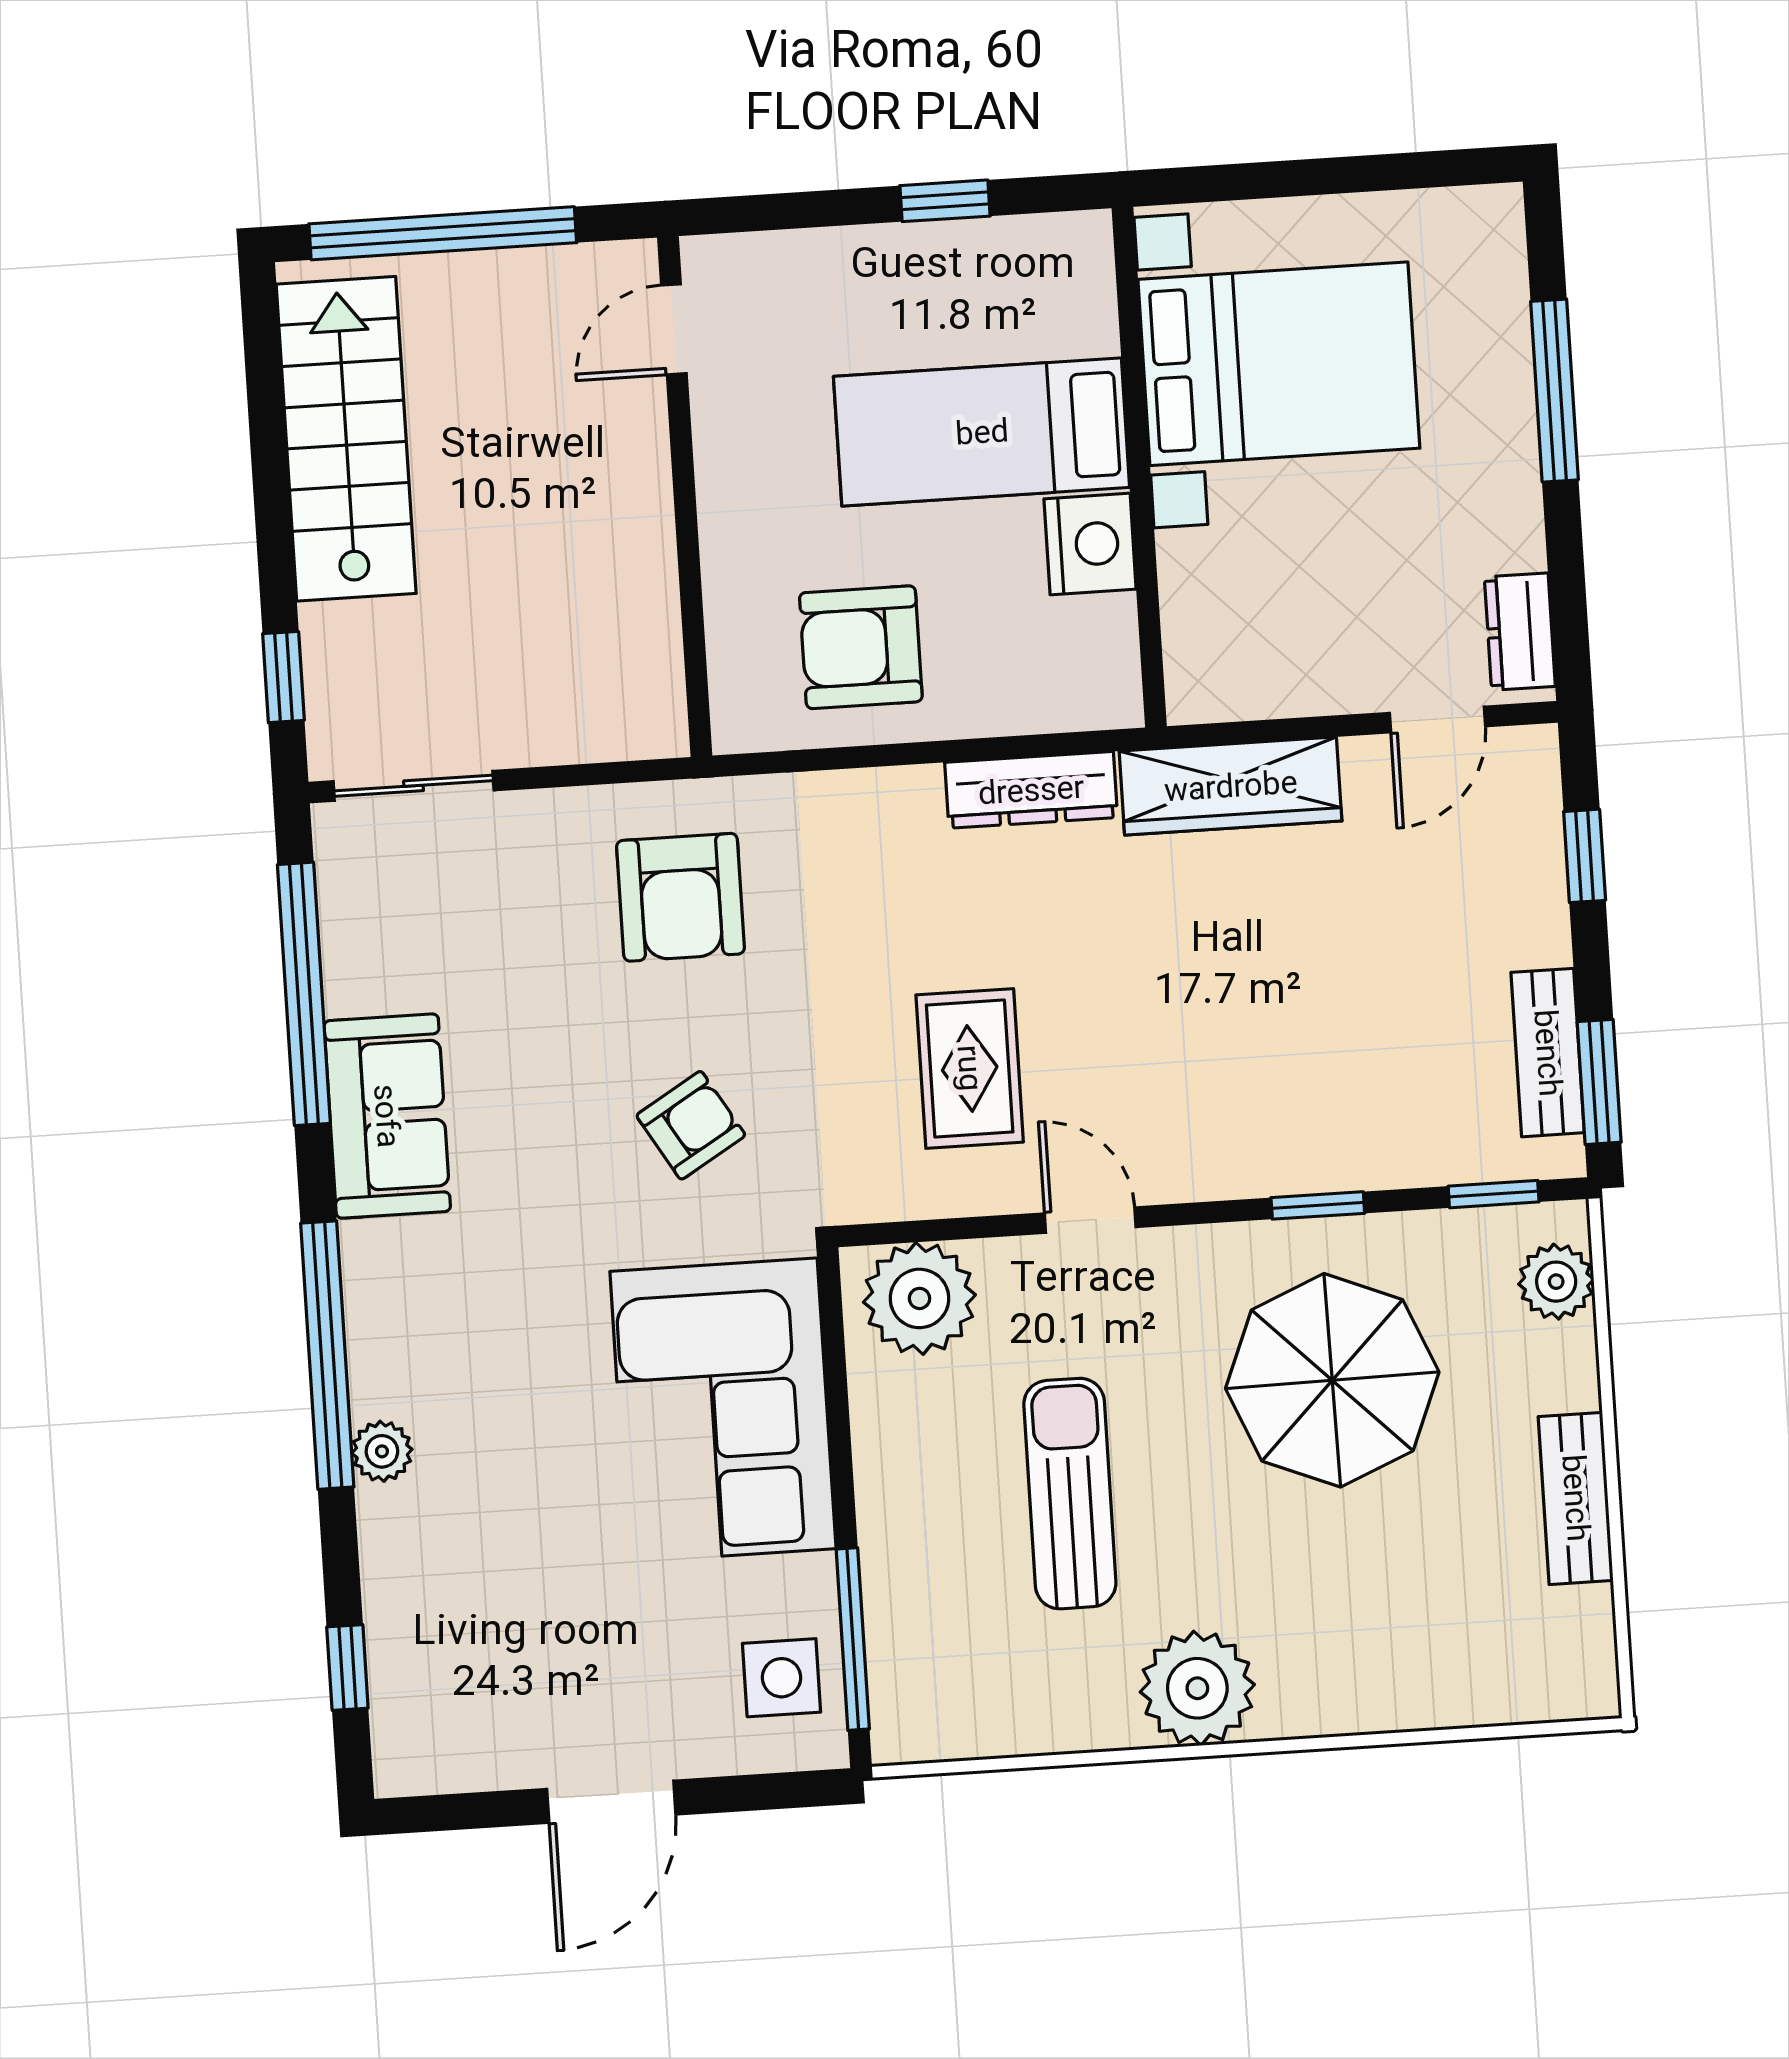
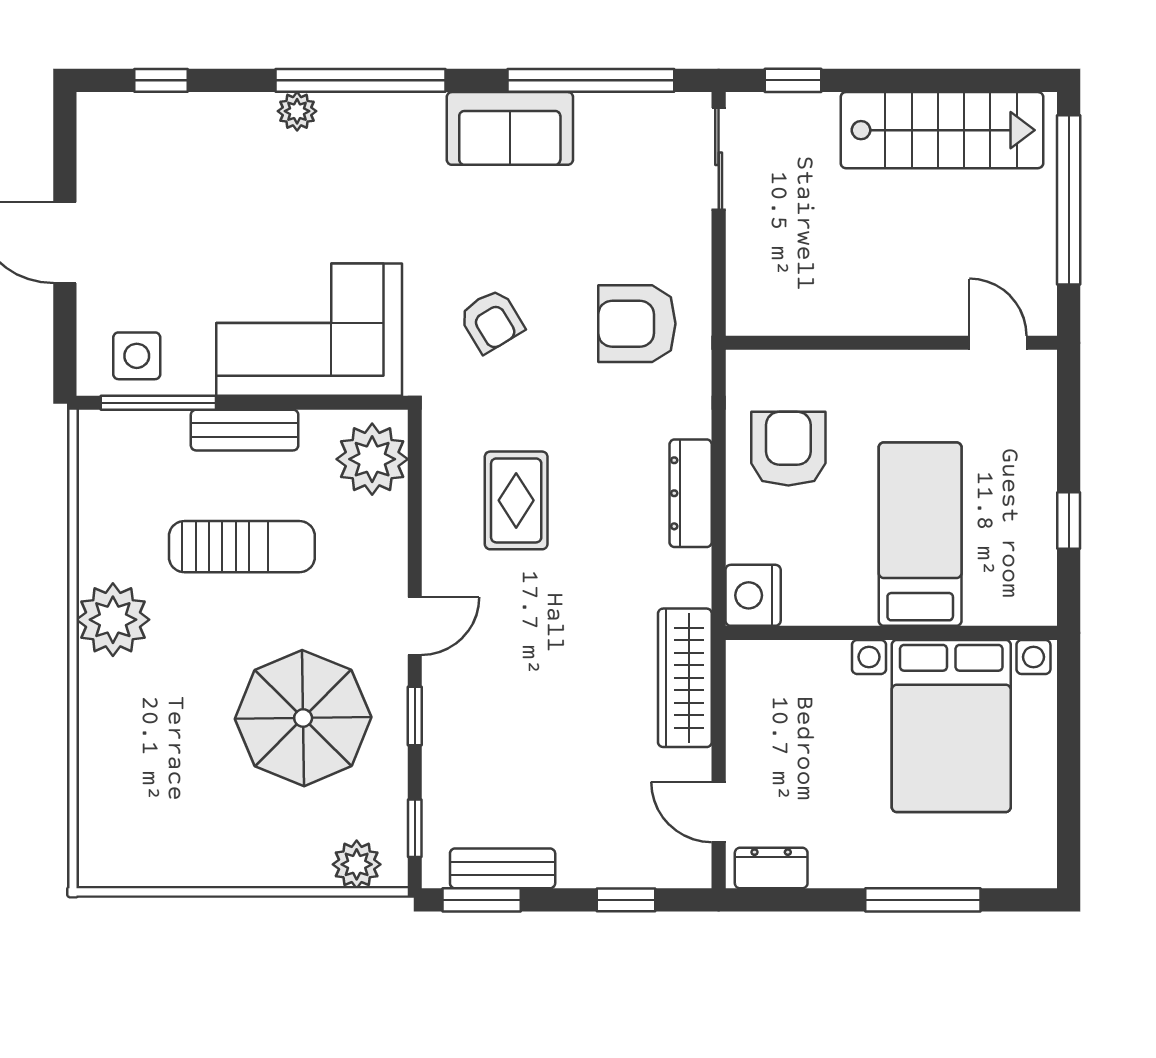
nightstand: (1090, 544) -> (753, 595), moved, turned 90
dresser: (1031, 790) -> (691, 493), moved
rug: (970, 1068) -> (516, 500), turned 90
door: (1090, 1220) -> (415, 626), moved
bench: (1576, 1498) -> (245, 430), moved

